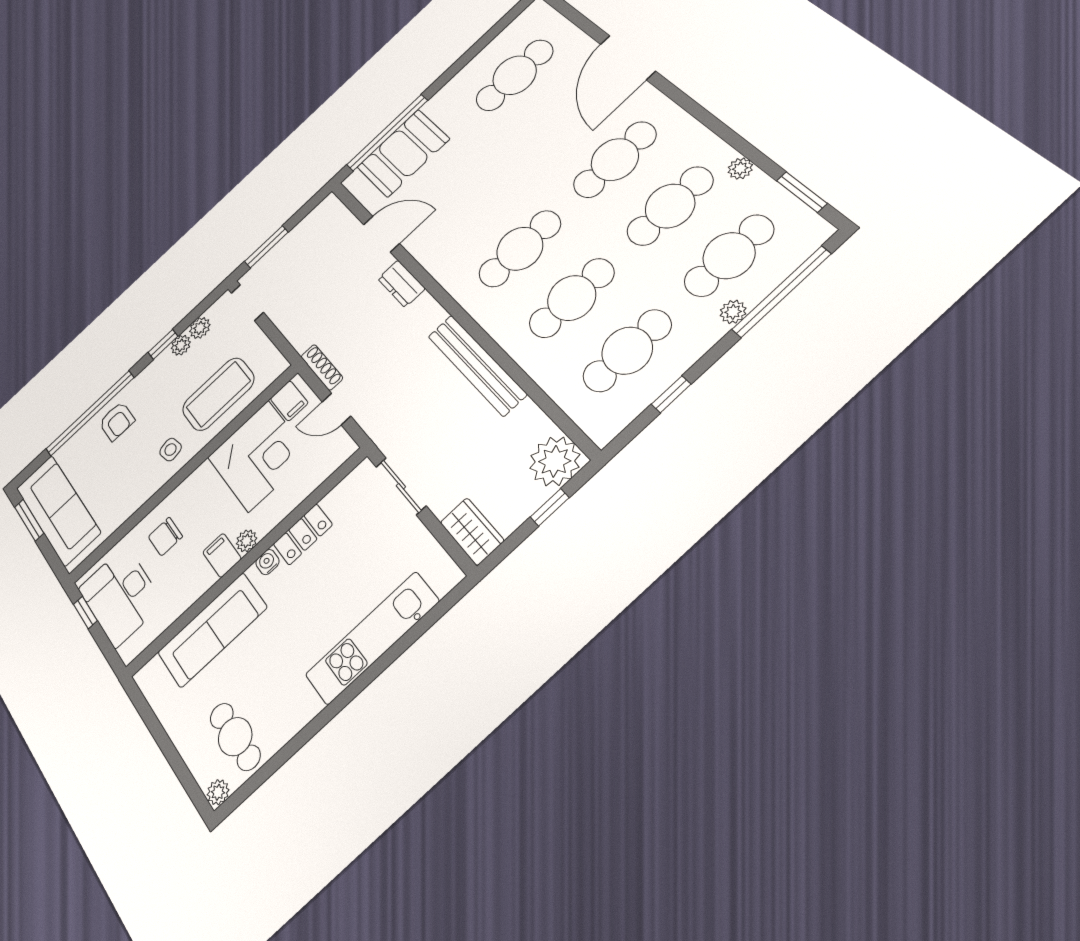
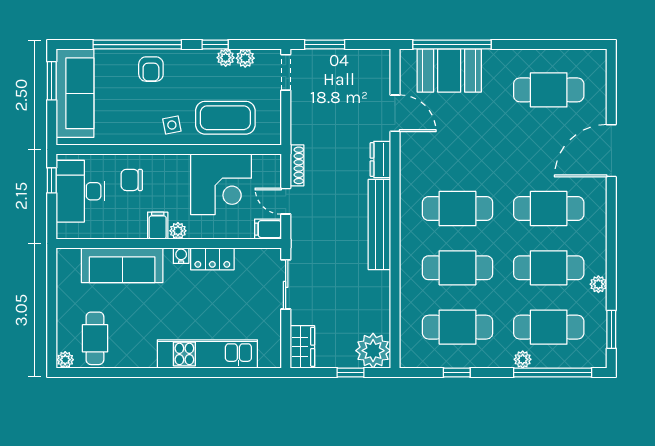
bench: (477, 365) -> (379, 225), moved
filing cabinet: (289, 401) -> (268, 229), moved, turned 90

